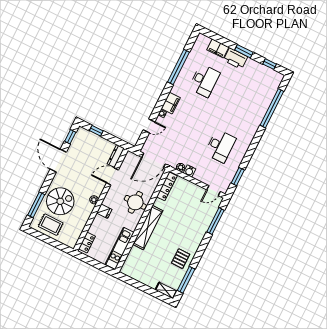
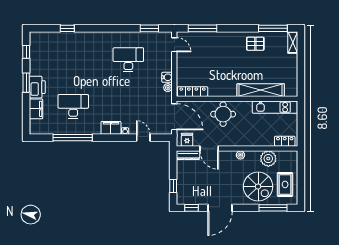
window: (272, 108) -> (67, 28), width x0.32
spiral stairs: (60, 201) -> (258, 187), turned 180
fridge: (104, 211) -> (187, 140), moved
plant: (79, 221) -> (268, 159), added
shelving: (148, 228) -> (261, 90), moved

